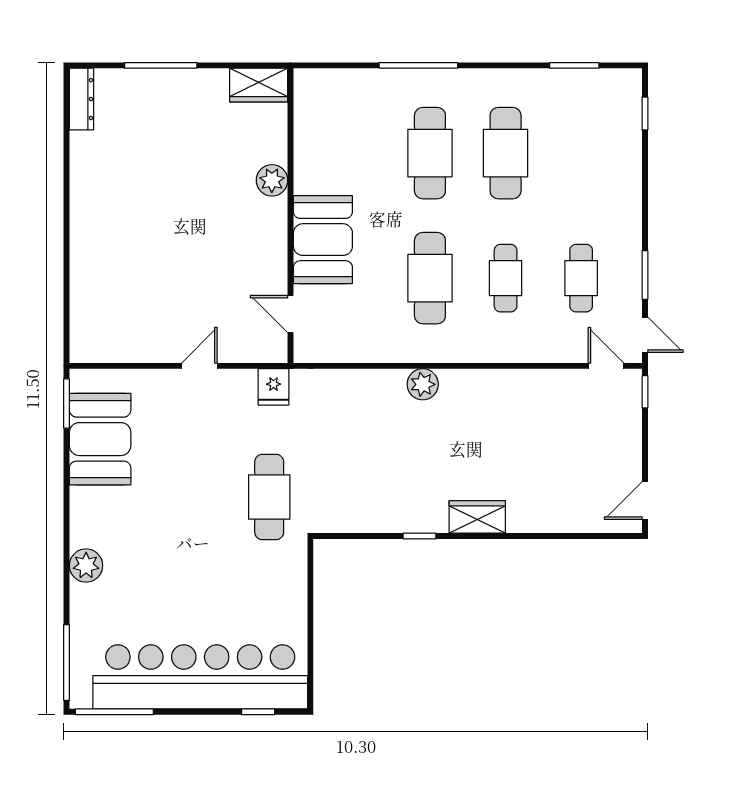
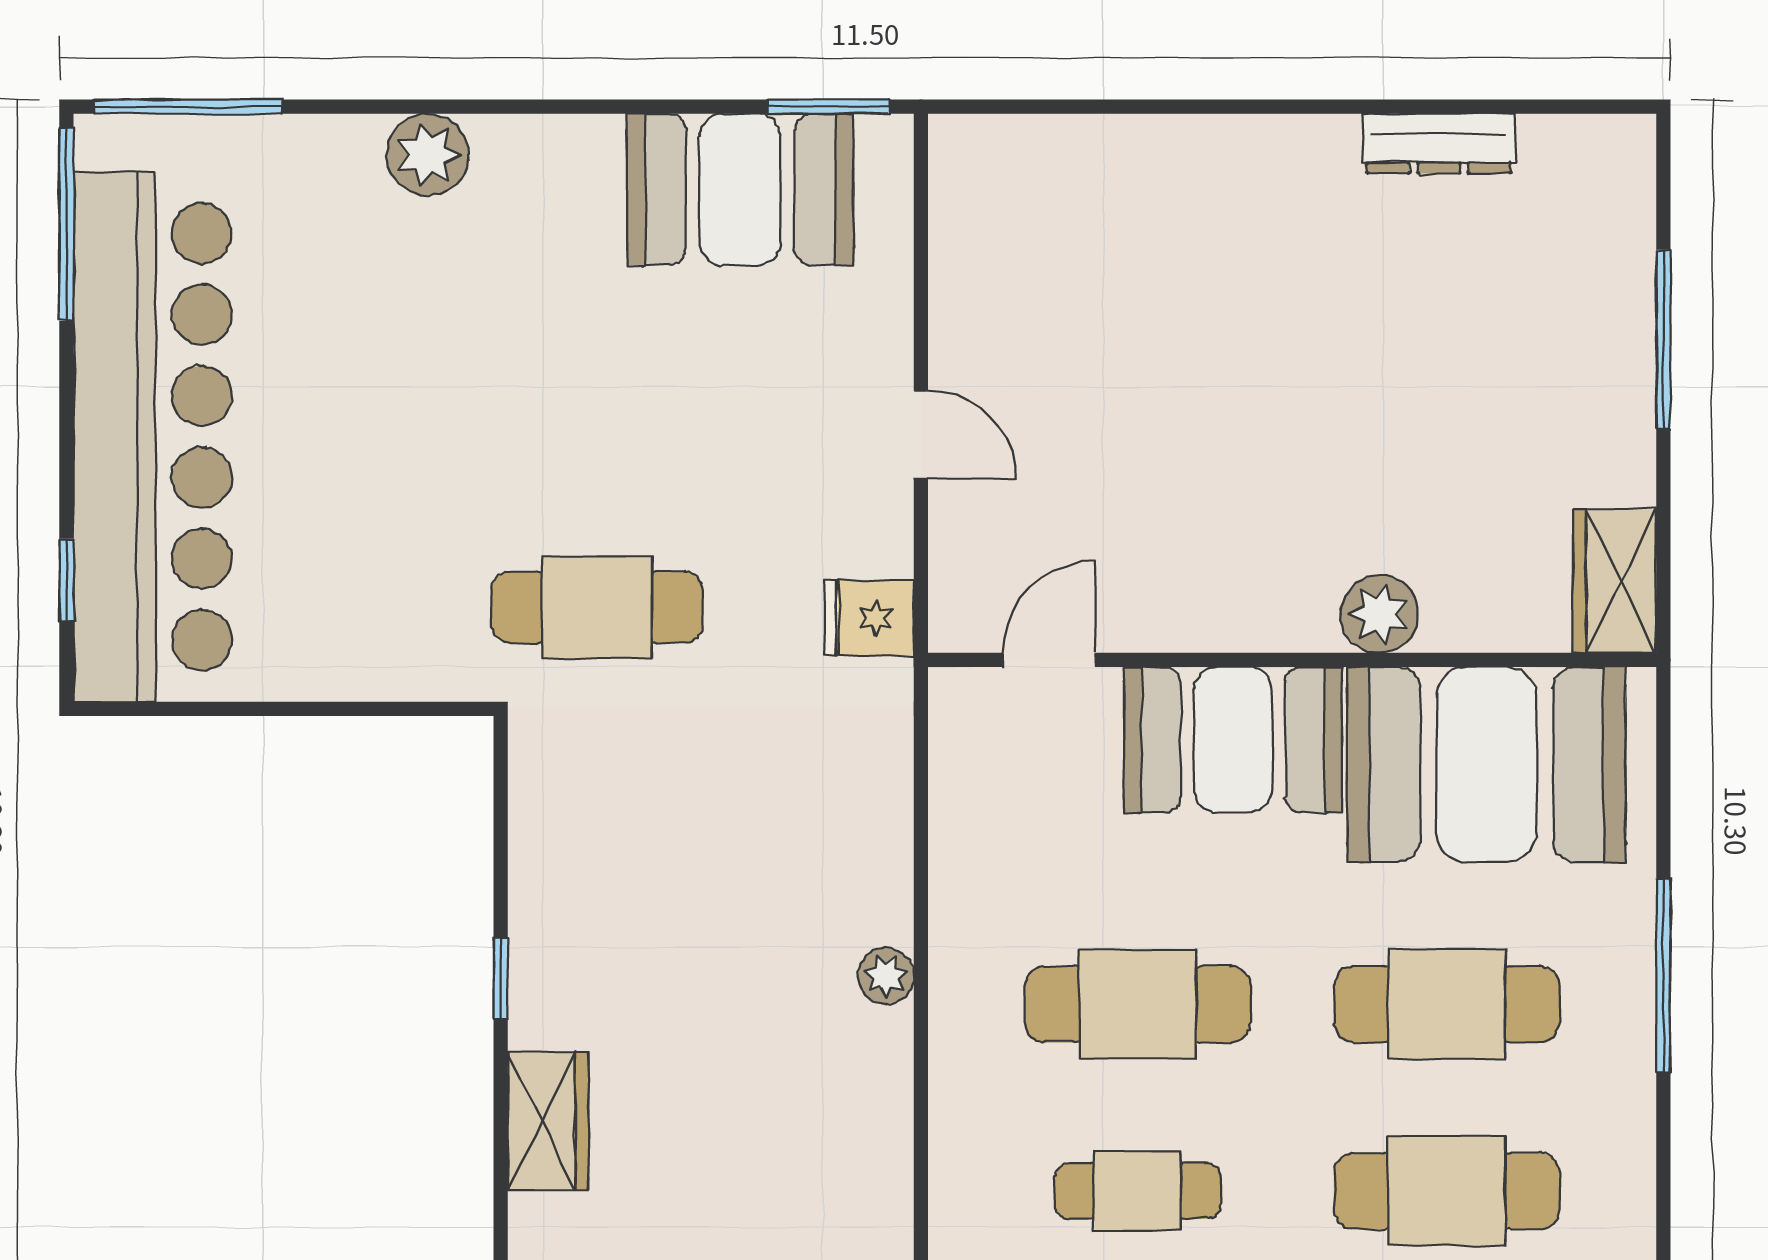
dresser: (81, 99) -> (1439, 143), moved
booth: (333, 137) -> (1487, 765), added
plant: (423, 384) -> (886, 976), width x0.73, depth x0.73

